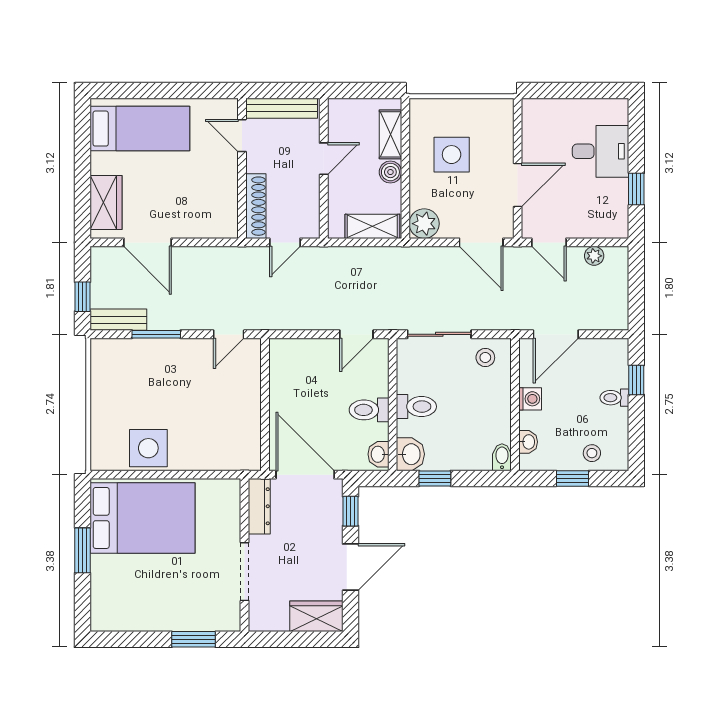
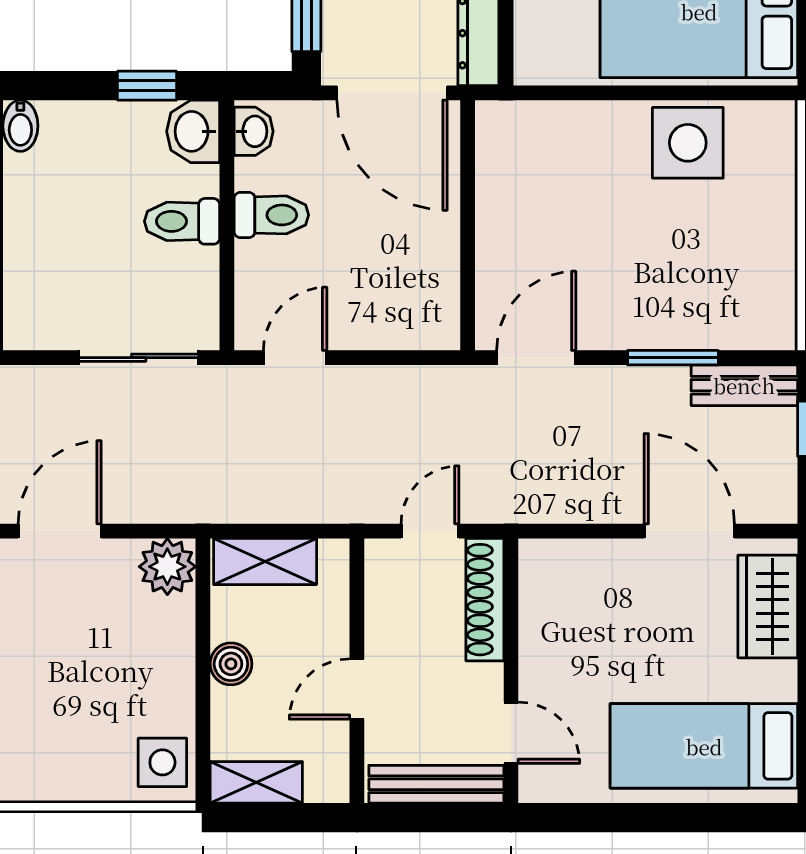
shelving: (390, 134) -> (256, 782), moved, turned 90
side table: (452, 155) -> (162, 762), moved, width x0.73, depth x0.73
door: (481, 242) -> (60, 531), hinge flipped
door: (229, 334) -> (536, 358), width x1.38
stool: (485, 358) -> (52, 314), removed

